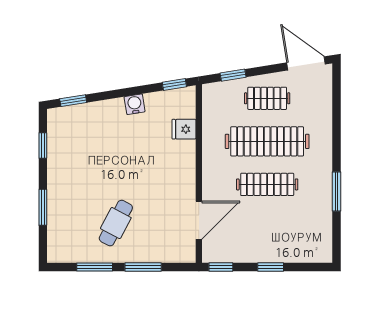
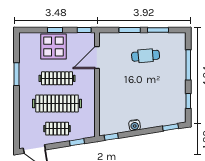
fridge: (184, 129) -> (106, 111), removed
window: (43, 207) -> (188, 65), width x1.44
cafe table: (116, 223) -> (146, 56), turned 57
display table: (273, 239) -> (53, 47), added

